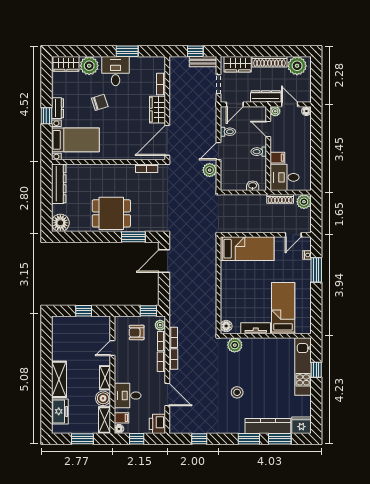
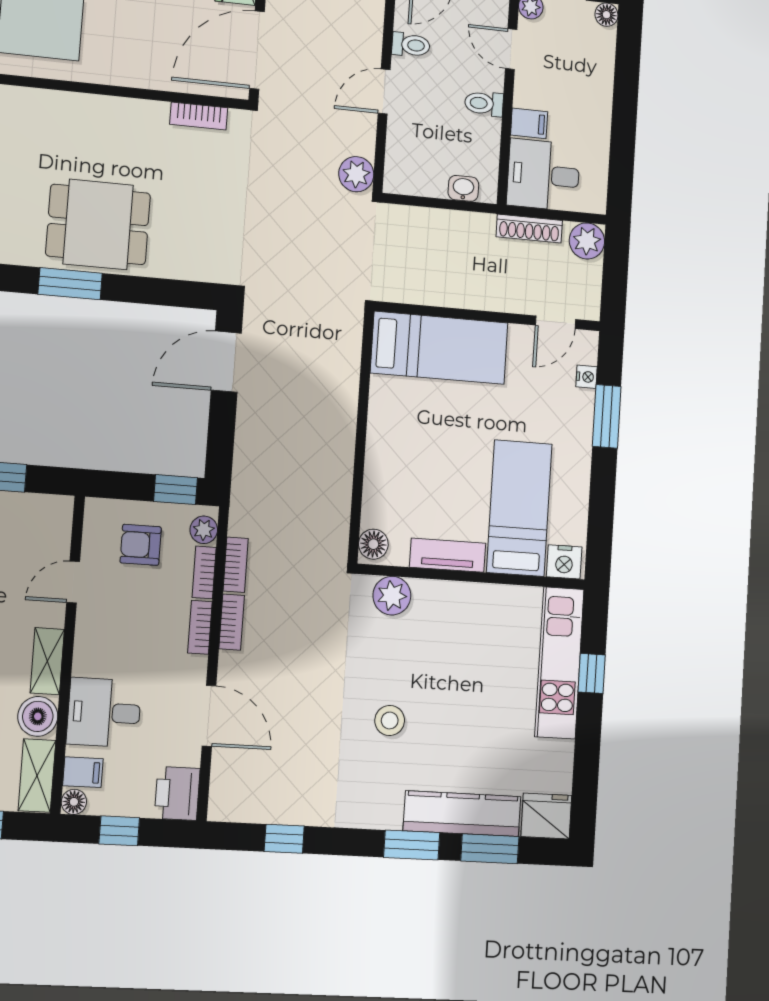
plant: (210, 170) -> (356, 174), moved
window: (133, 237) -> (70, 284), moved
nightstand: (302, 328) -> (564, 562), added

